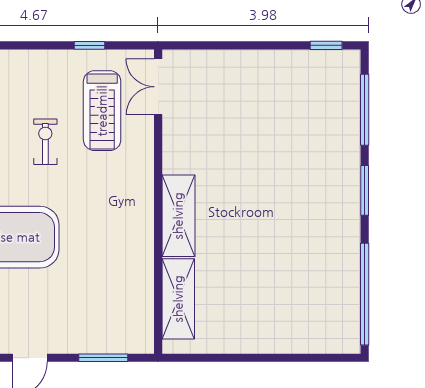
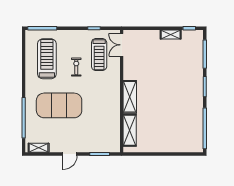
shelving: (280, 61) -> (171, 34), added

